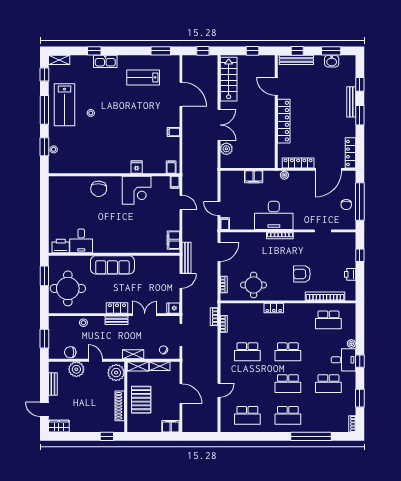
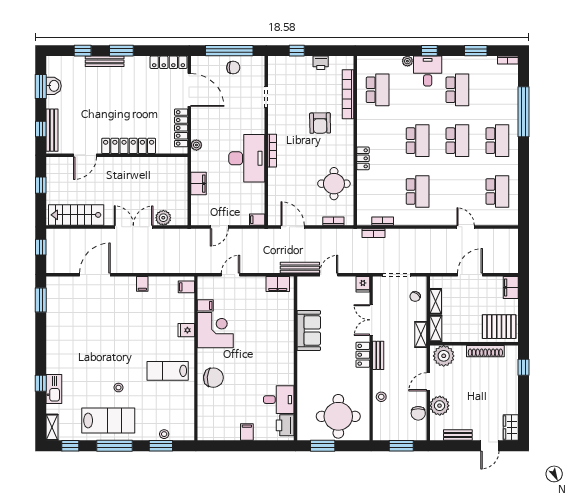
kitchen sink: (105, 61) -> (54, 389), moved
lab bench: (143, 77) -> (168, 371), moved, turned 90
filing cabinet: (175, 182) -> (205, 305), moved
door: (219, 209) -> (219, 227), moved
filing cabinet: (55, 215) -> (247, 432), added
sofa: (112, 265) -> (309, 330), moved, width x0.73
door: (181, 281) -> (329, 275), hinge flipped
pallet: (141, 400) -> (499, 327), moved

